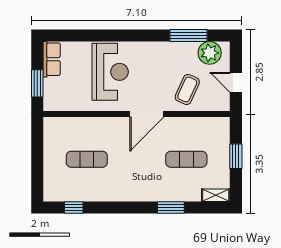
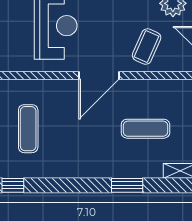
exercise mat: (87, 159) -> (28, 129), turned 90

